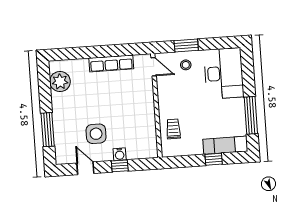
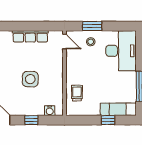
side table: (96, 134) -> (30, 79), moved
water cooler: (120, 154) -> (50, 111), moved

